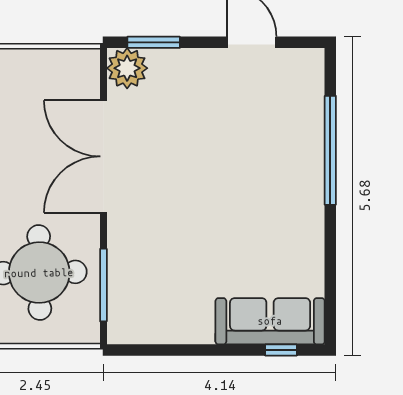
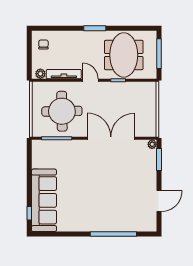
plant: (127, 68) -> (152, 144), width x0.53, depth x0.53
sofa: (270, 321) -> (44, 200), width x1.36, depth x1.27

